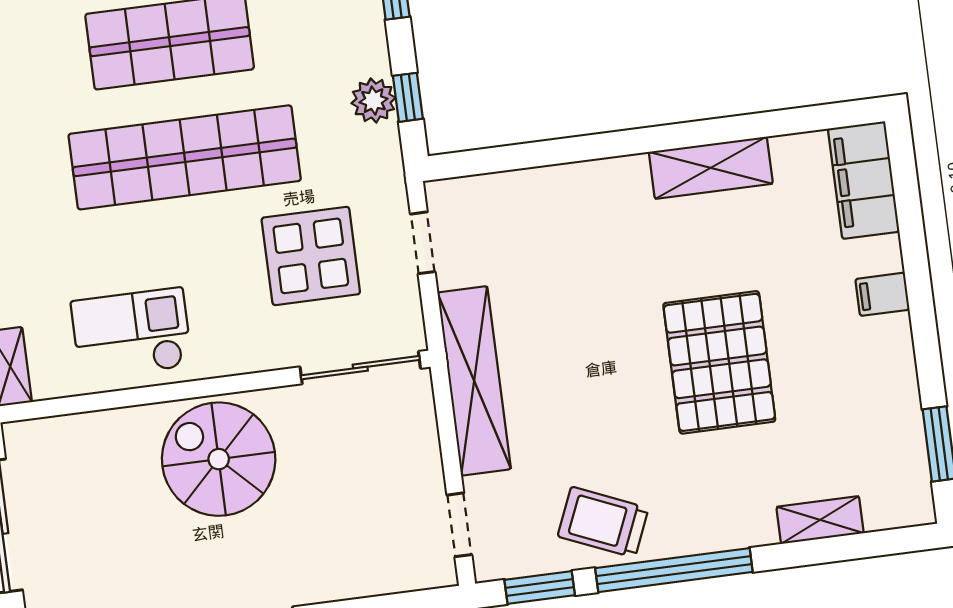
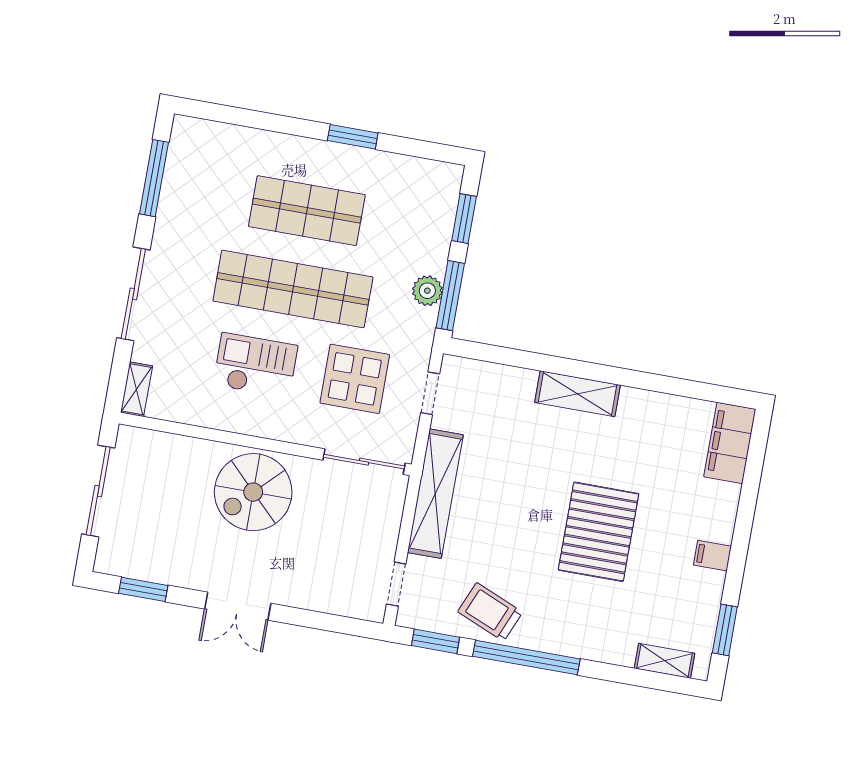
window: (408, 97) -> (450, 296), width x2.17
shelving: (711, 168) -> (577, 394), moved
filing cabinet: (882, 294) -> (712, 556), moved
checkout: (131, 334) -> (255, 365), moved
spiral stairs: (219, 459) -> (253, 492), turned -90
shelving: (820, 520) -> (665, 661), moved

